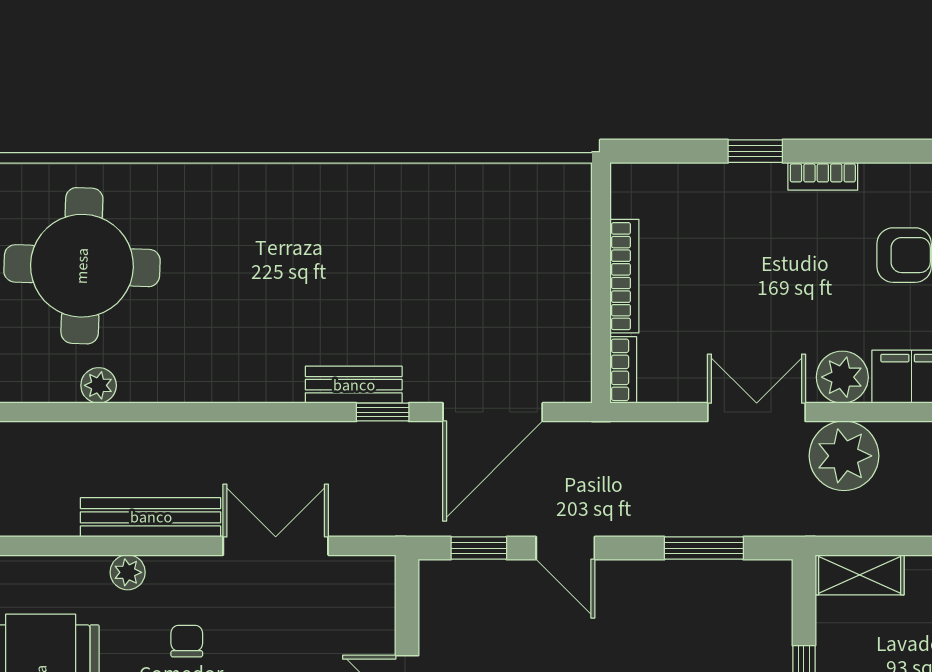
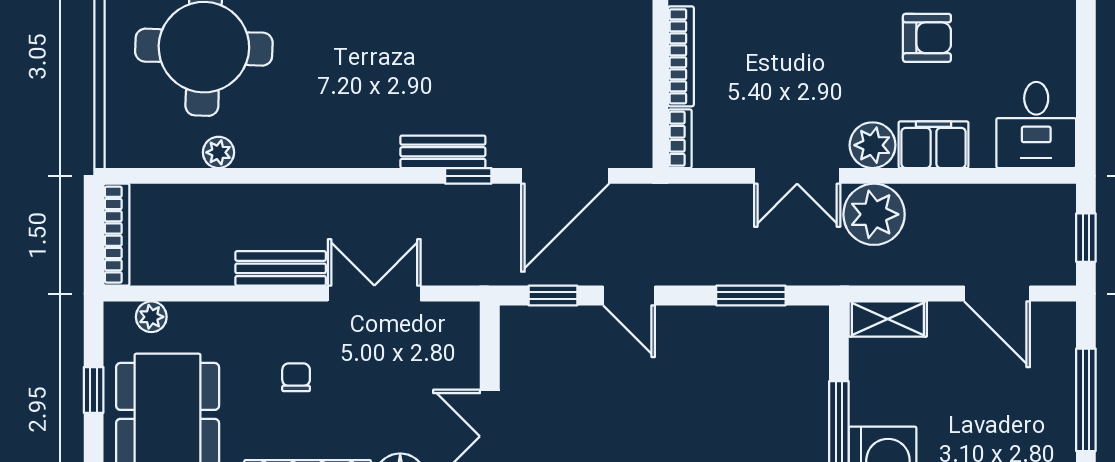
double door: (757, 412) -> (797, 176), swing flipped
bench: (151, 517) -> (281, 268), width x0.73
plant: (128, 572) -> (151, 317), moved

